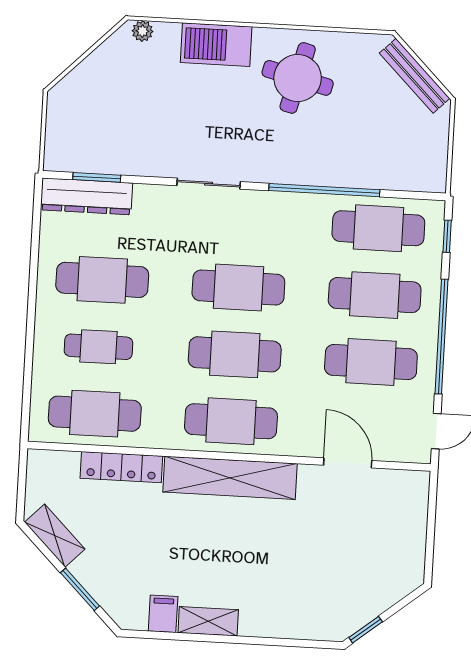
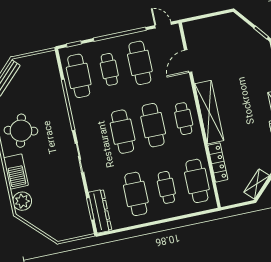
plant: (142, 31) -> (22, 201), width x1.88, depth x1.88
cafe table: (375, 295) -> (109, 69), width x0.73, depth x0.74
cafe table: (231, 421) -> (184, 119), width x0.73, depth x0.74

